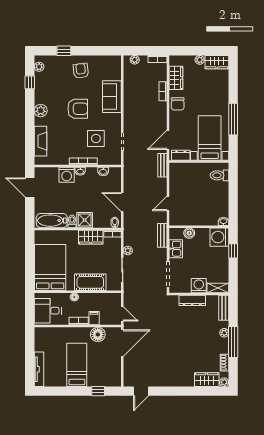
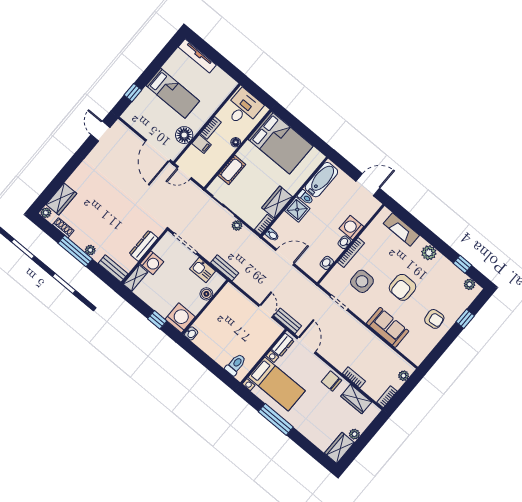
door: (168, 203) -> (266, 311), moved
cot: (90, 282) -> (232, 170), width x0.73, depth x0.75

